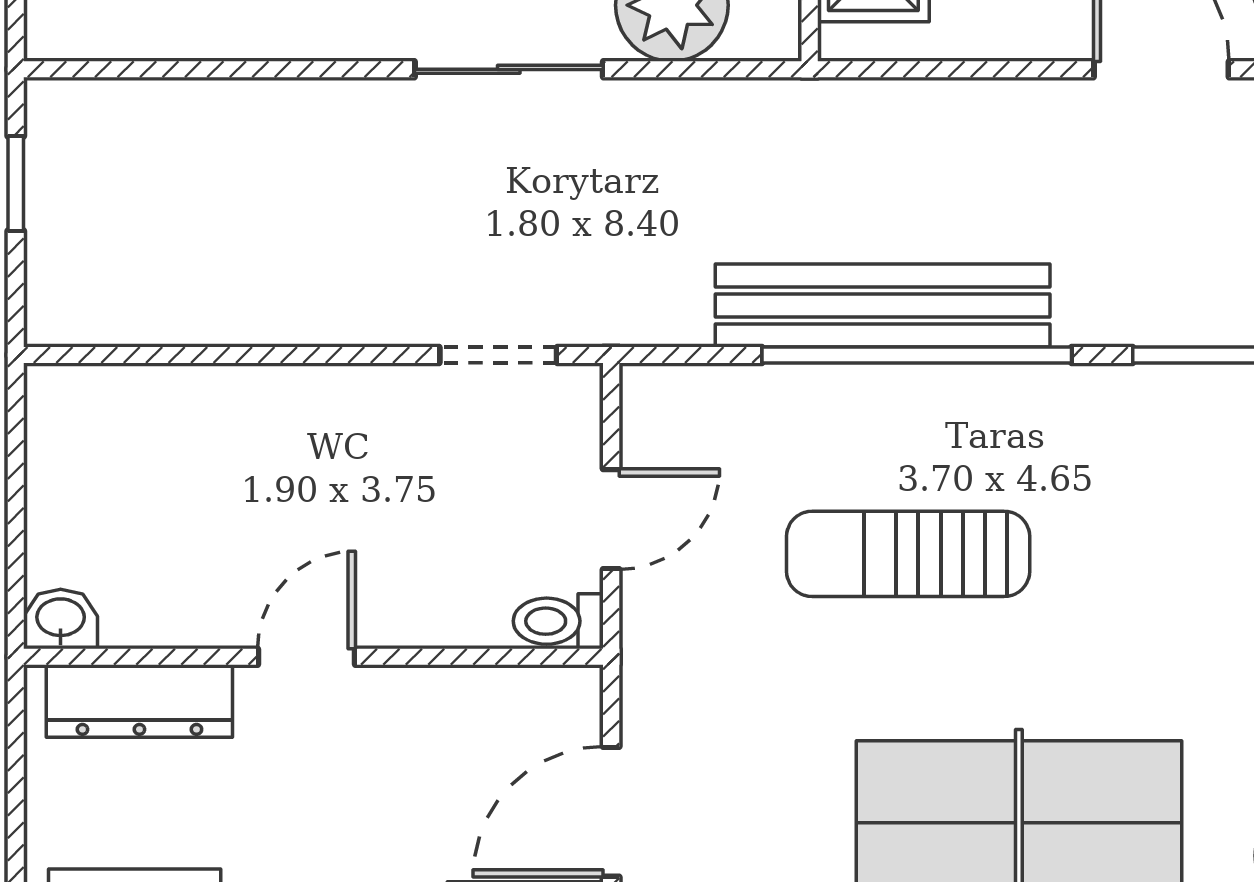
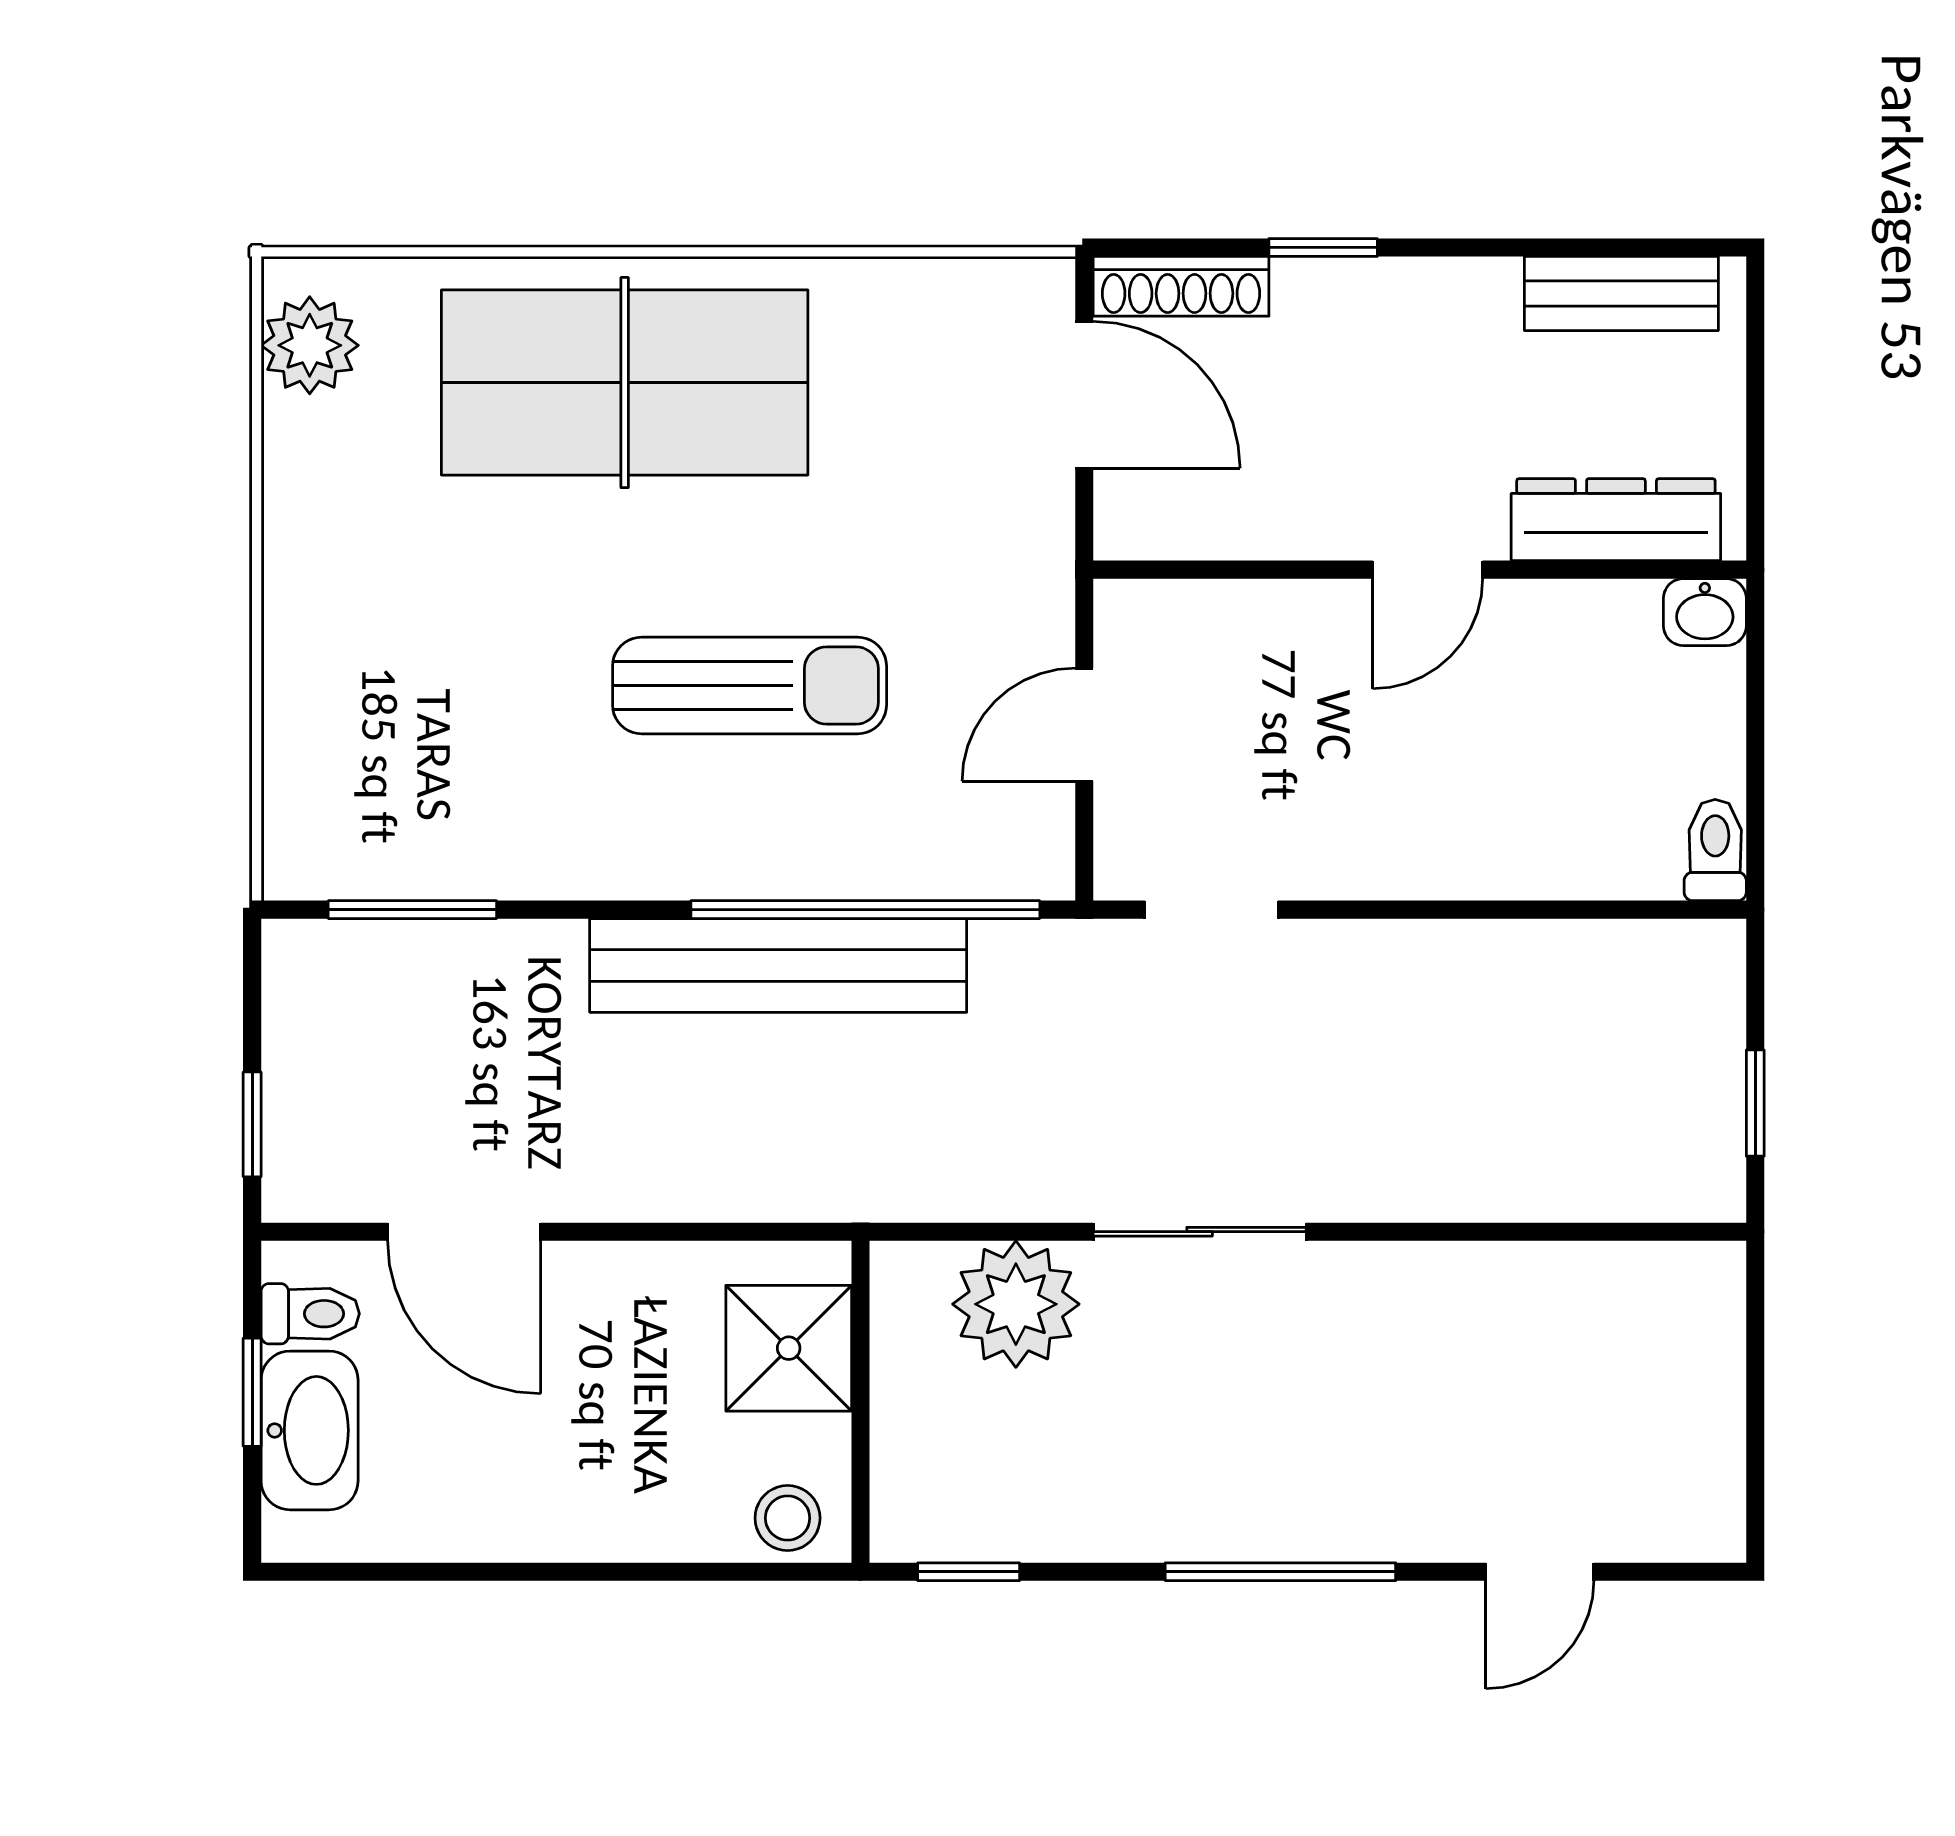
window: (917, 355) -> (865, 910), moved
toilet: (558, 621) -> (1715, 850), moved, turned -90
door: (611, 812) -> (1084, 395), hinge flipped

